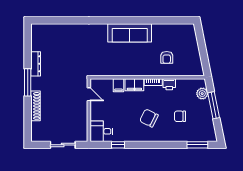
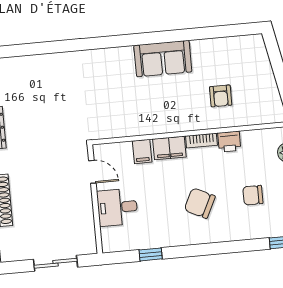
sofa: (130, 33) -> (163, 59), width x0.73
desk: (101, 131) -> (117, 207), moved

